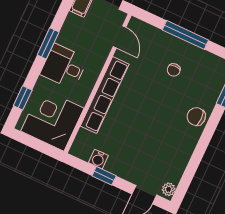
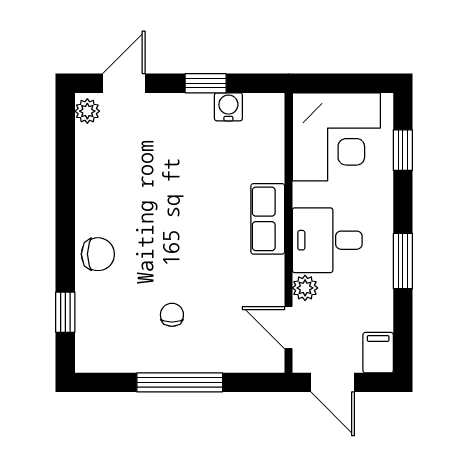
plant: (102, 53) -> (305, 288), added
desk: (64, 66) -> (327, 240), moved, turned 180
row of seats: (105, 95) -> (268, 219), width x0.50

